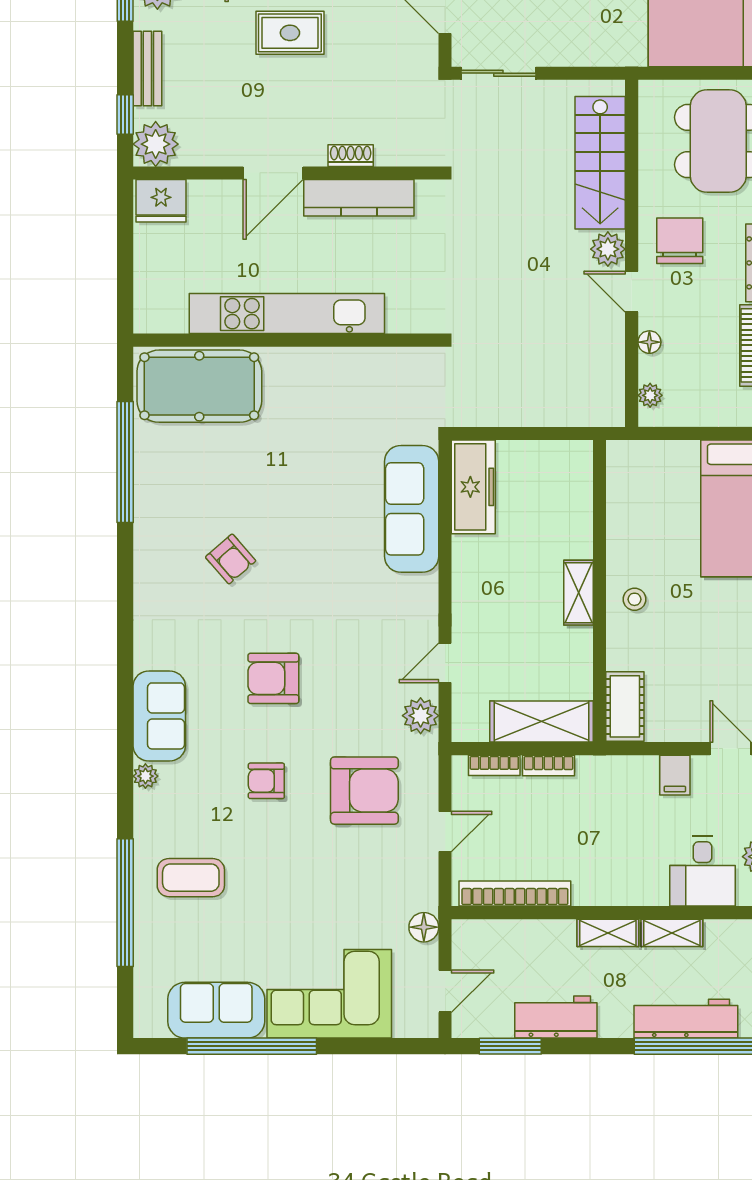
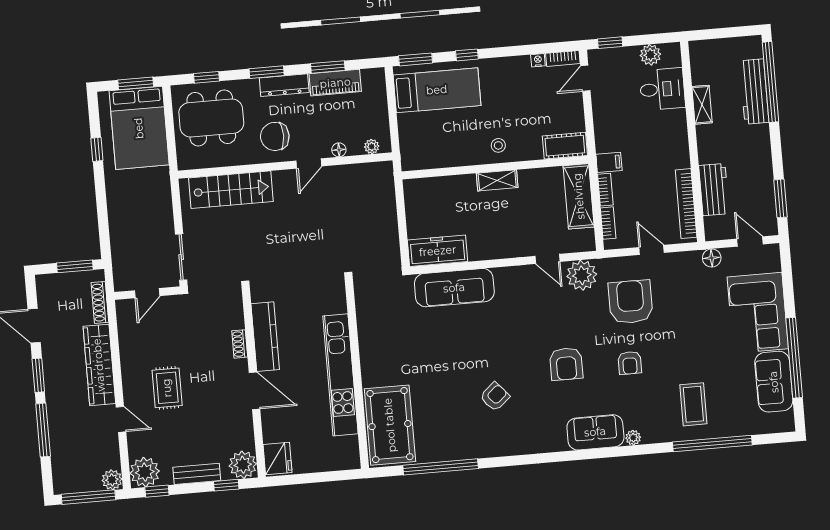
plant: (608, 249) -> (284, 180), removed
plant: (421, 716) -> (582, 275), width x1.36, depth x1.36
filing cabinet: (675, 775) -> (609, 162), moved
shelving: (608, 933) -> (705, 144), removed
workbench: (556, 1017) -> (714, 190), moved, turned 180

